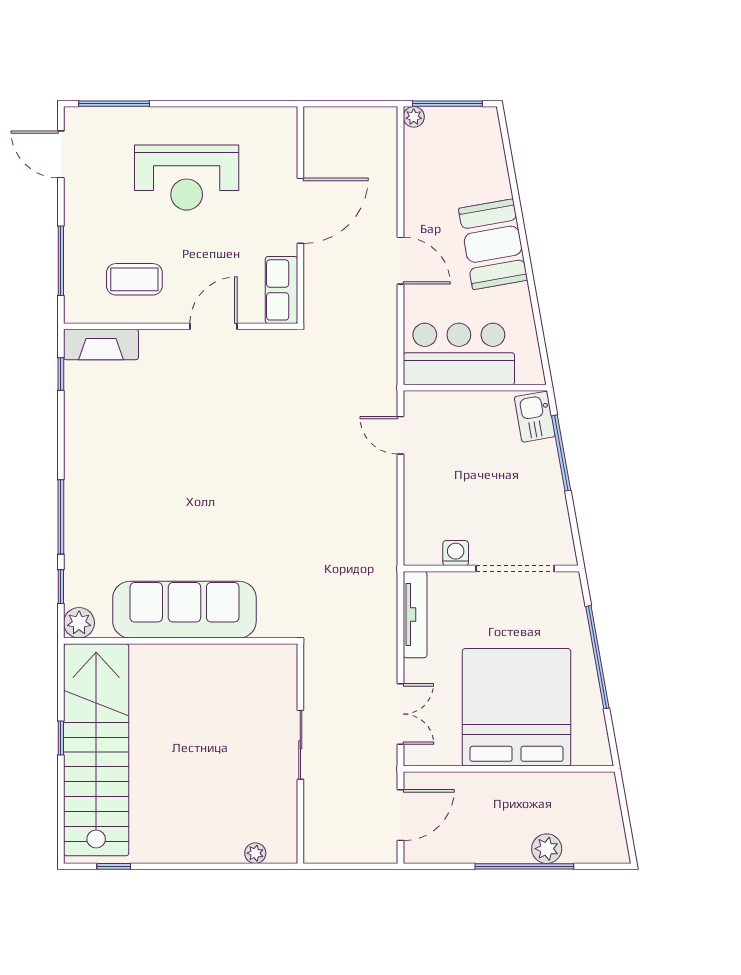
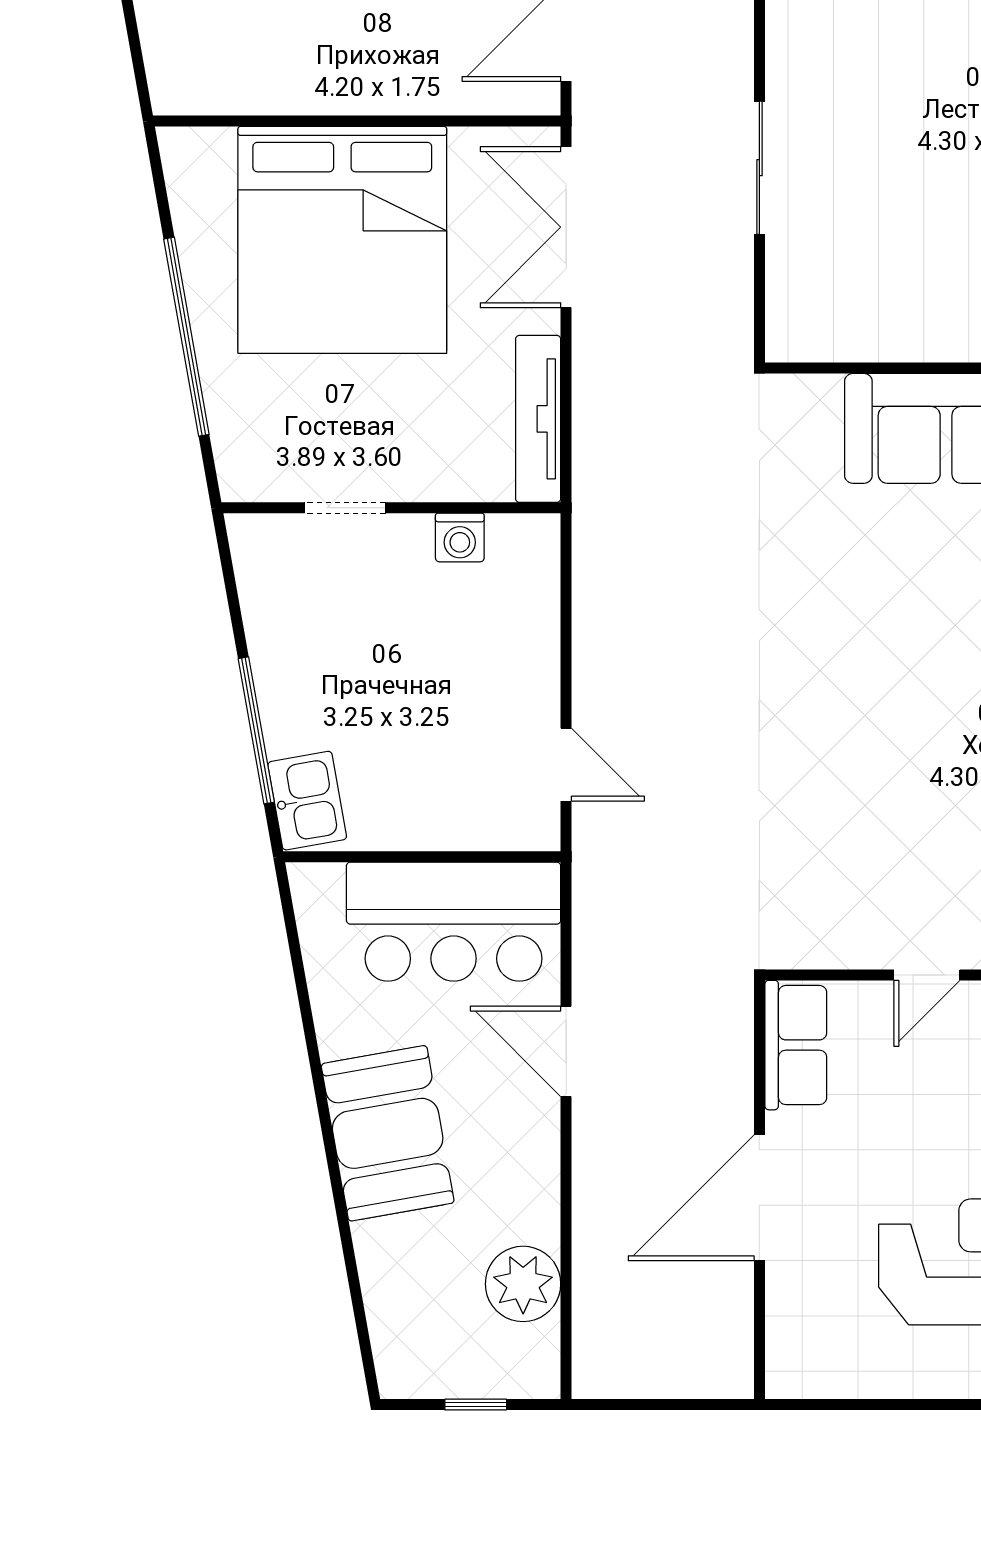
window: (447, 104) -> (476, 1405), width x0.46
plant: (414, 117) -> (523, 1284), moved, width x1.88, depth x1.88
door: (401, 261) -> (566, 1051), moved
door: (214, 326) -> (927, 975), width x0.73
doorway: (515, 569) -> (345, 508), width x0.53
double door: (401, 714) -> (566, 227), width x1.37

